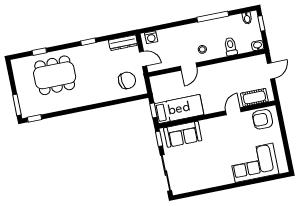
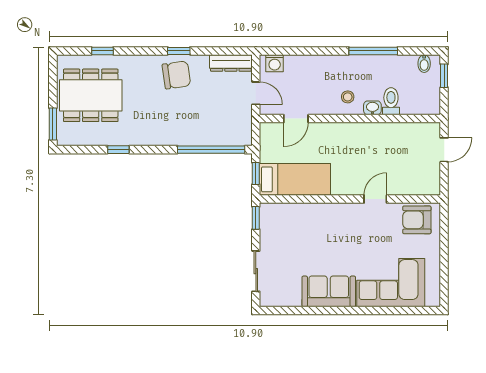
washbasin: (258, 46) -> (372, 108), moved
door: (189, 67) -> (296, 119), moved
dining table: (55, 75) -> (91, 95), moved
chair: (127, 80) -> (176, 75), moved
cot: (254, 97) -> (411, 185), removed
window: (122, 101) -> (211, 150), added
window: (35, 118) -> (118, 150), moved
sofa: (183, 134) -> (329, 291), moved, turned 180
sliding door: (166, 173) -> (256, 271), width x0.73

